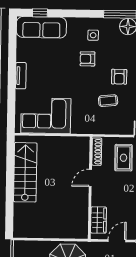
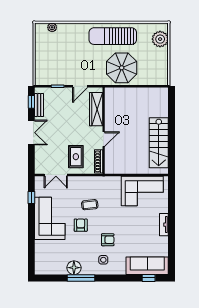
wardrobe: (99, 220) -> (96, 109), width x1.50

